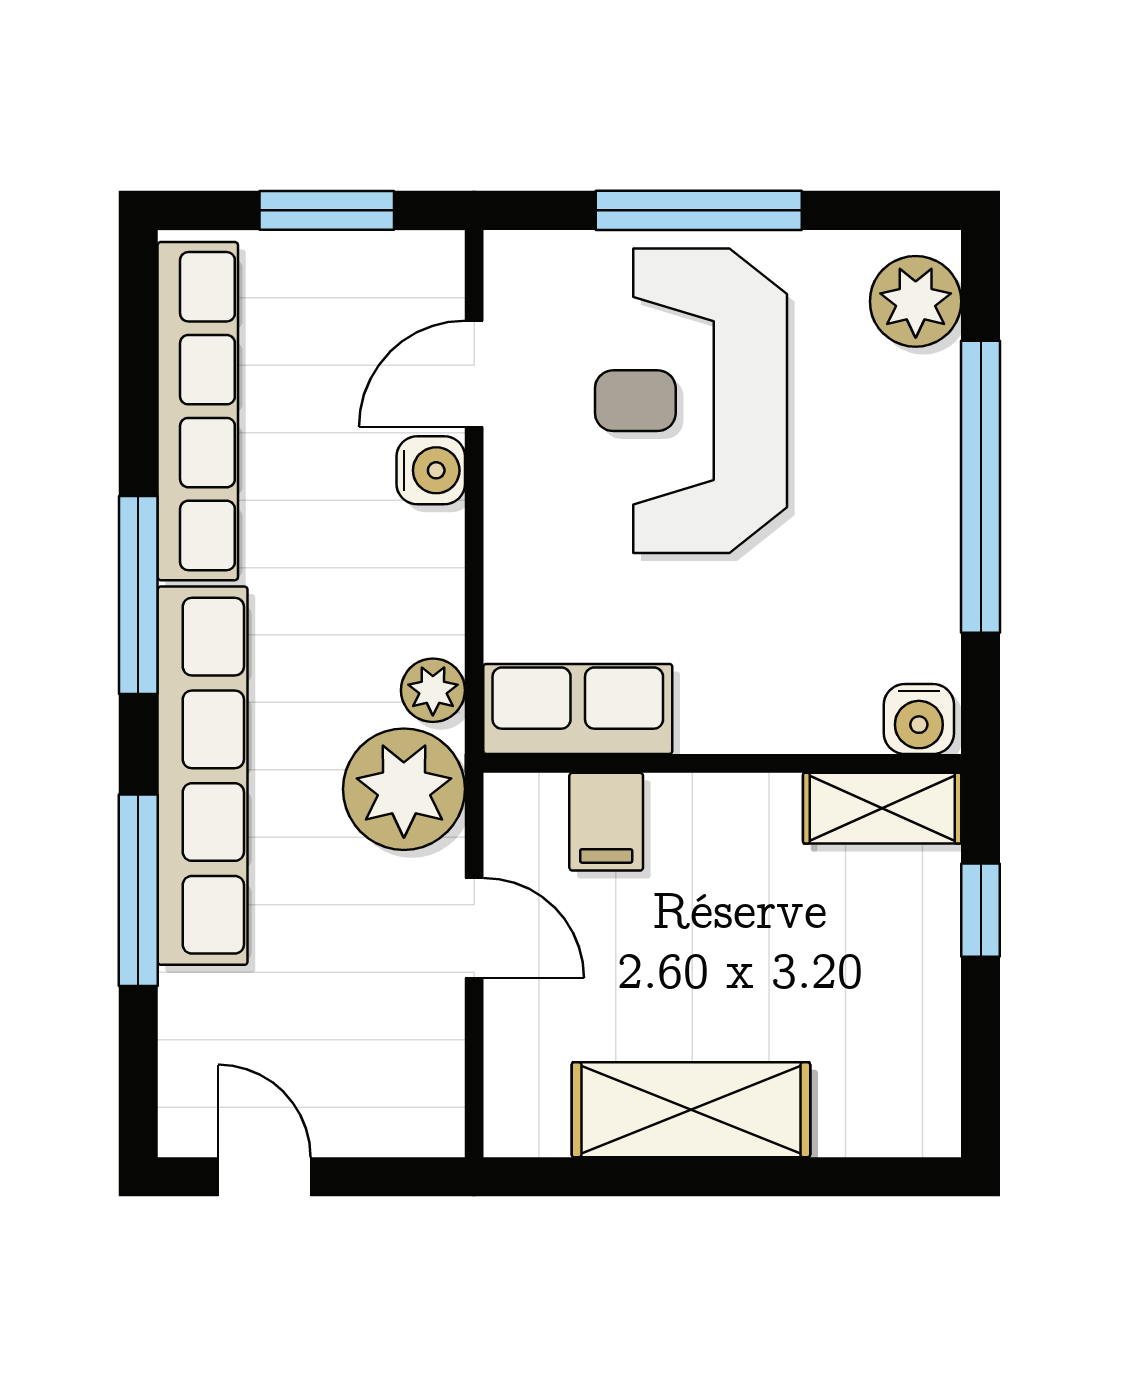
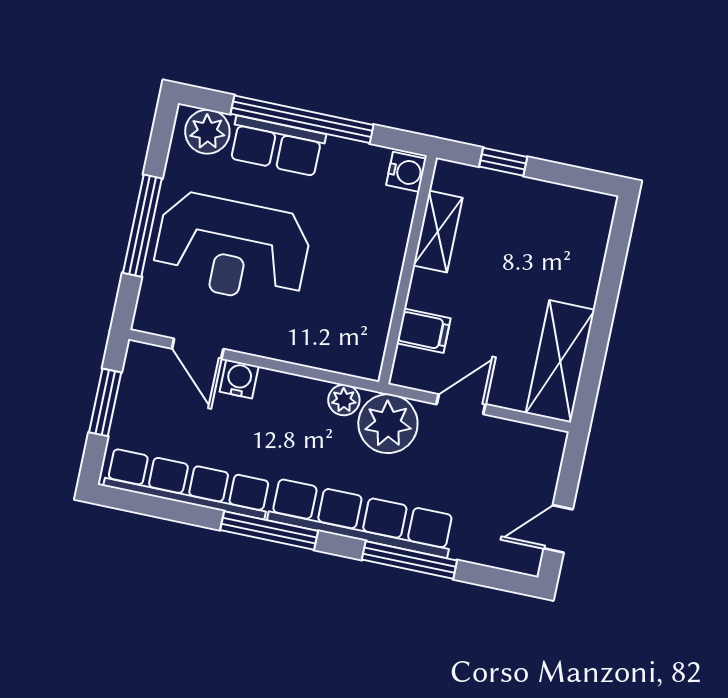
row of seats: (578, 709) -> (277, 146), moved, turned -90
shelving: (882, 808) -> (438, 232), moved
shelving: (691, 1110) -> (560, 361), moved

